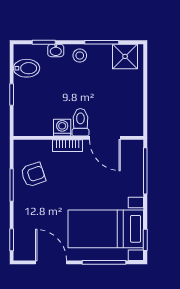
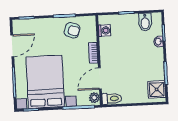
stool: (80, 56) -> (156, 58), removed
toilet: (80, 122) -> (112, 99), moved
washing machine: (62, 128) -> (105, 30), moved
plant: (132, 147) -> (94, 98), added
armchair: (33, 175) -> (72, 30), turned -52
bed with nightstands: (106, 229) -> (45, 82), width x1.36

